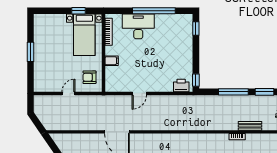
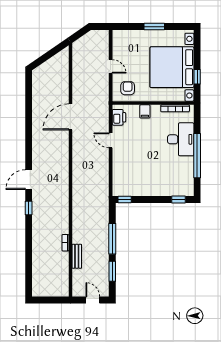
bed with nightstands: (84, 35) -> (172, 67), width x1.85
printer: (181, 86) -> (119, 117), moved

